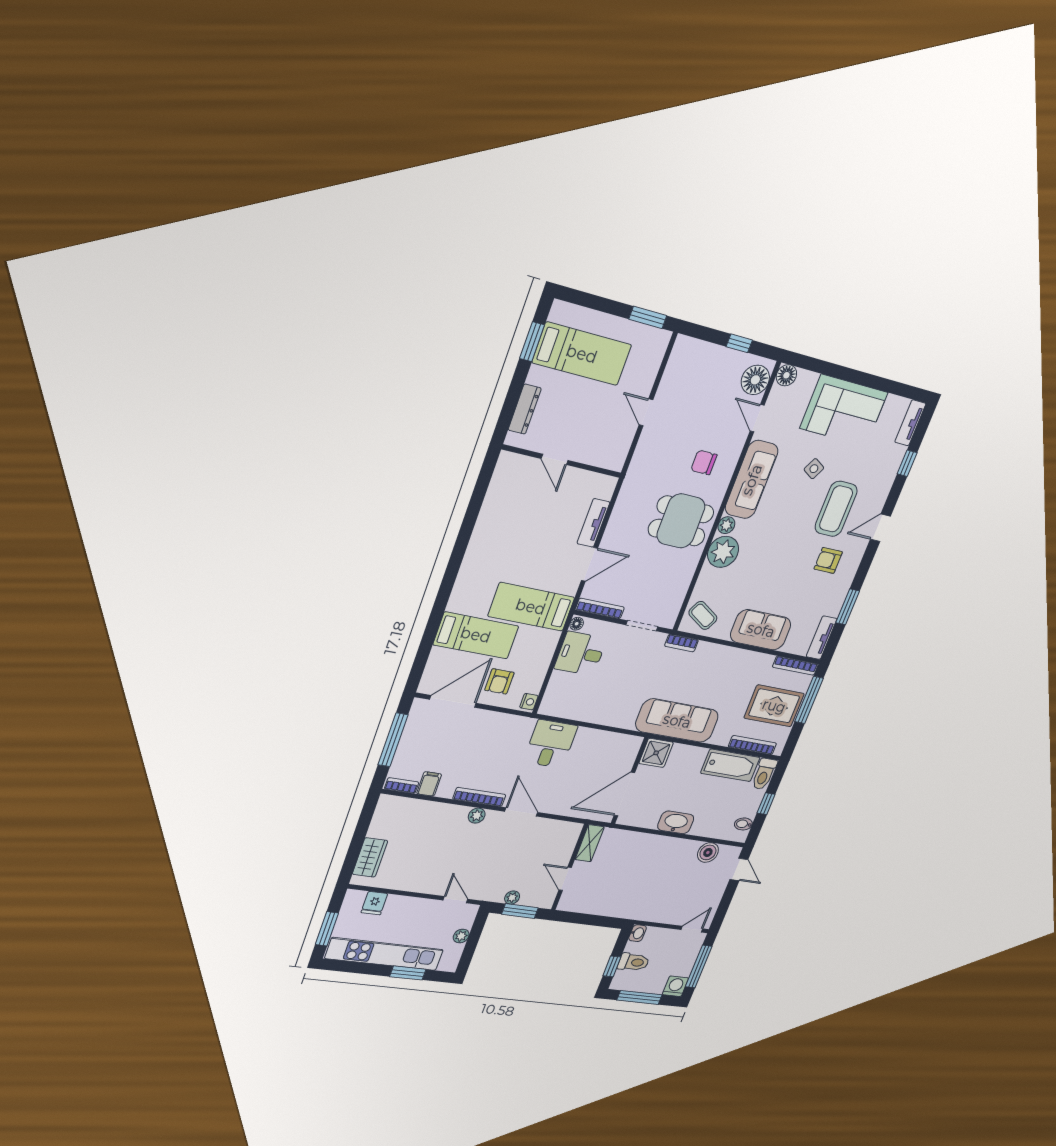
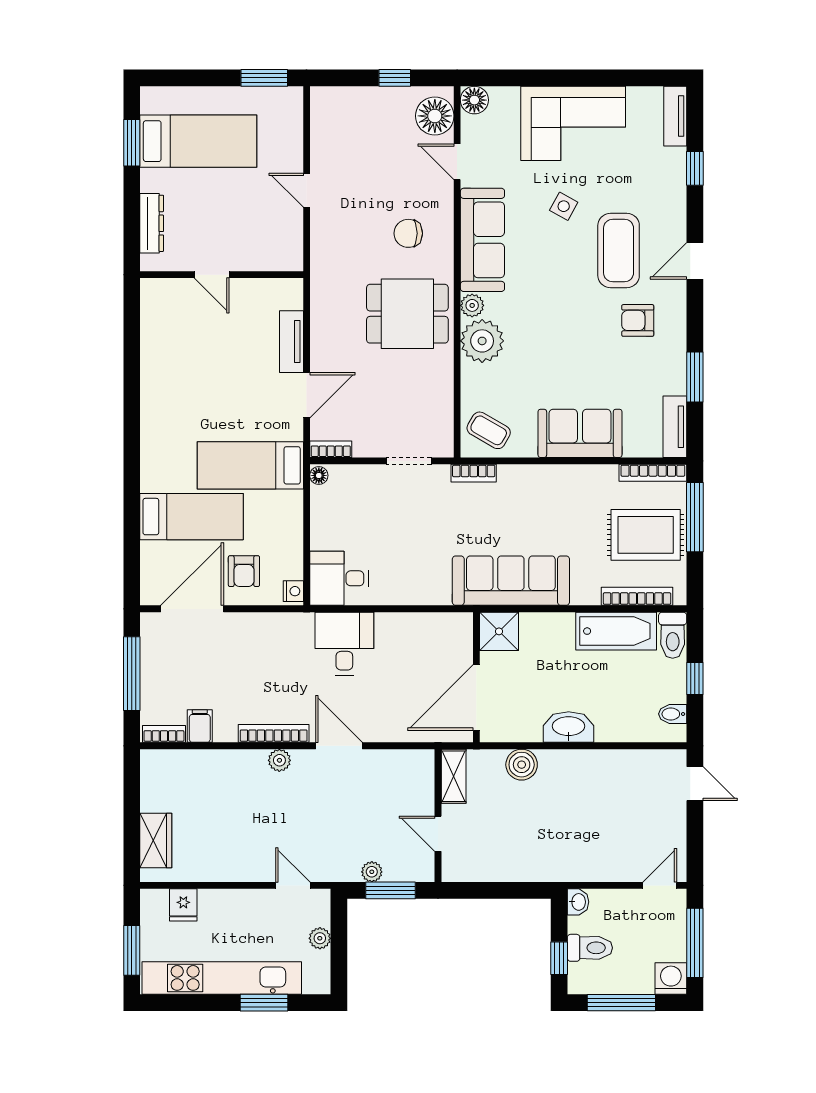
bookcase: (600, 608) -> (331, 449), width x0.64
desk: (581, 654) -> (339, 578), moved
boiler: (708, 852) -> (522, 765), moved

